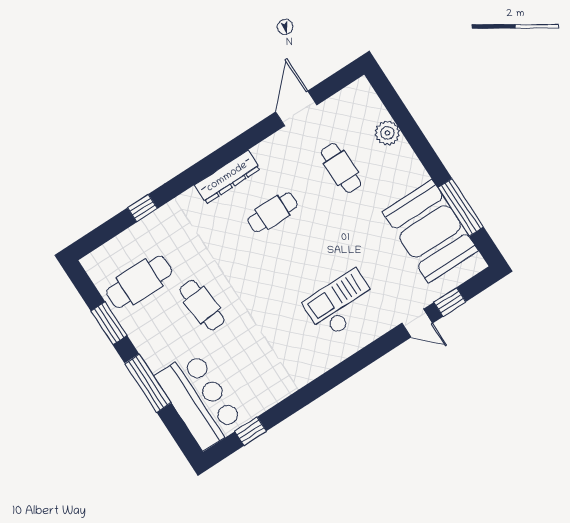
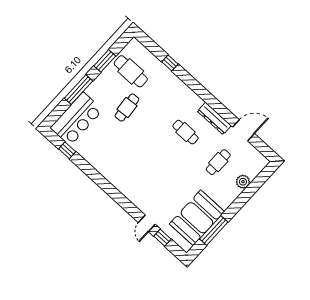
dresser: (227, 177) -> (214, 118), moved
checkout: (341, 304) -> (147, 181), removed

